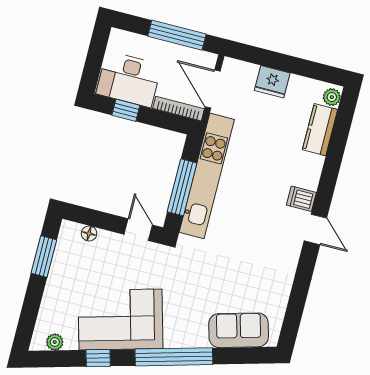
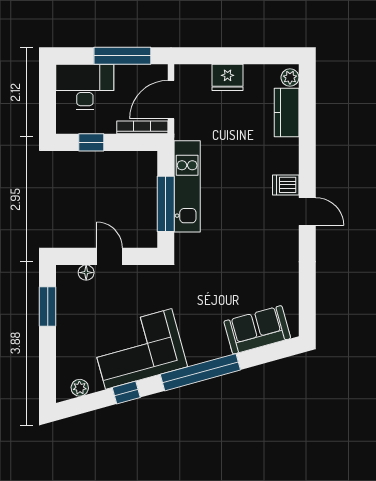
desk: (129, 79) -> (85, 87), moved, turned 180
door: (213, 89) -> (171, 100), hinge flipped
kitchen unit: (207, 176) -> (187, 186), width x0.73
door: (138, 230) -> (110, 256), moved

